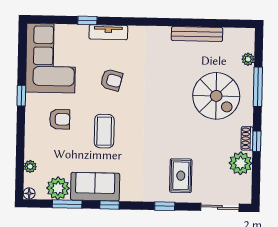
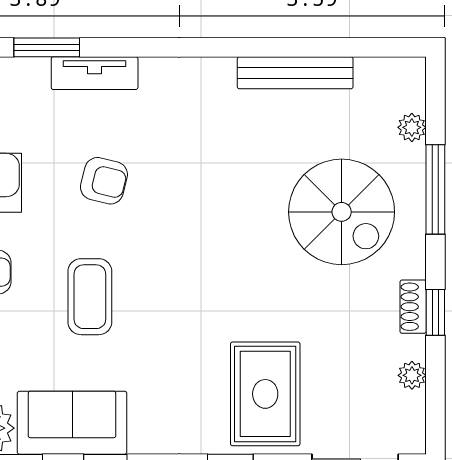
window: (87, 20) -> (47, 47), width x1.50
plant: (241, 163) -> (412, 375), width x0.53, depth x0.53
rug: (181, 176) -> (265, 394), width x1.36, depth x1.43

